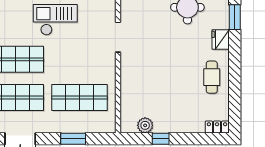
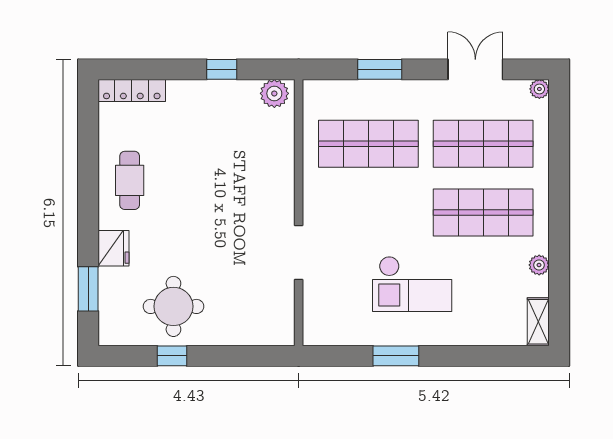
plant: (145, 125) -> (274, 93), moved
locker: (217, 127) -> (132, 90), width x1.53

